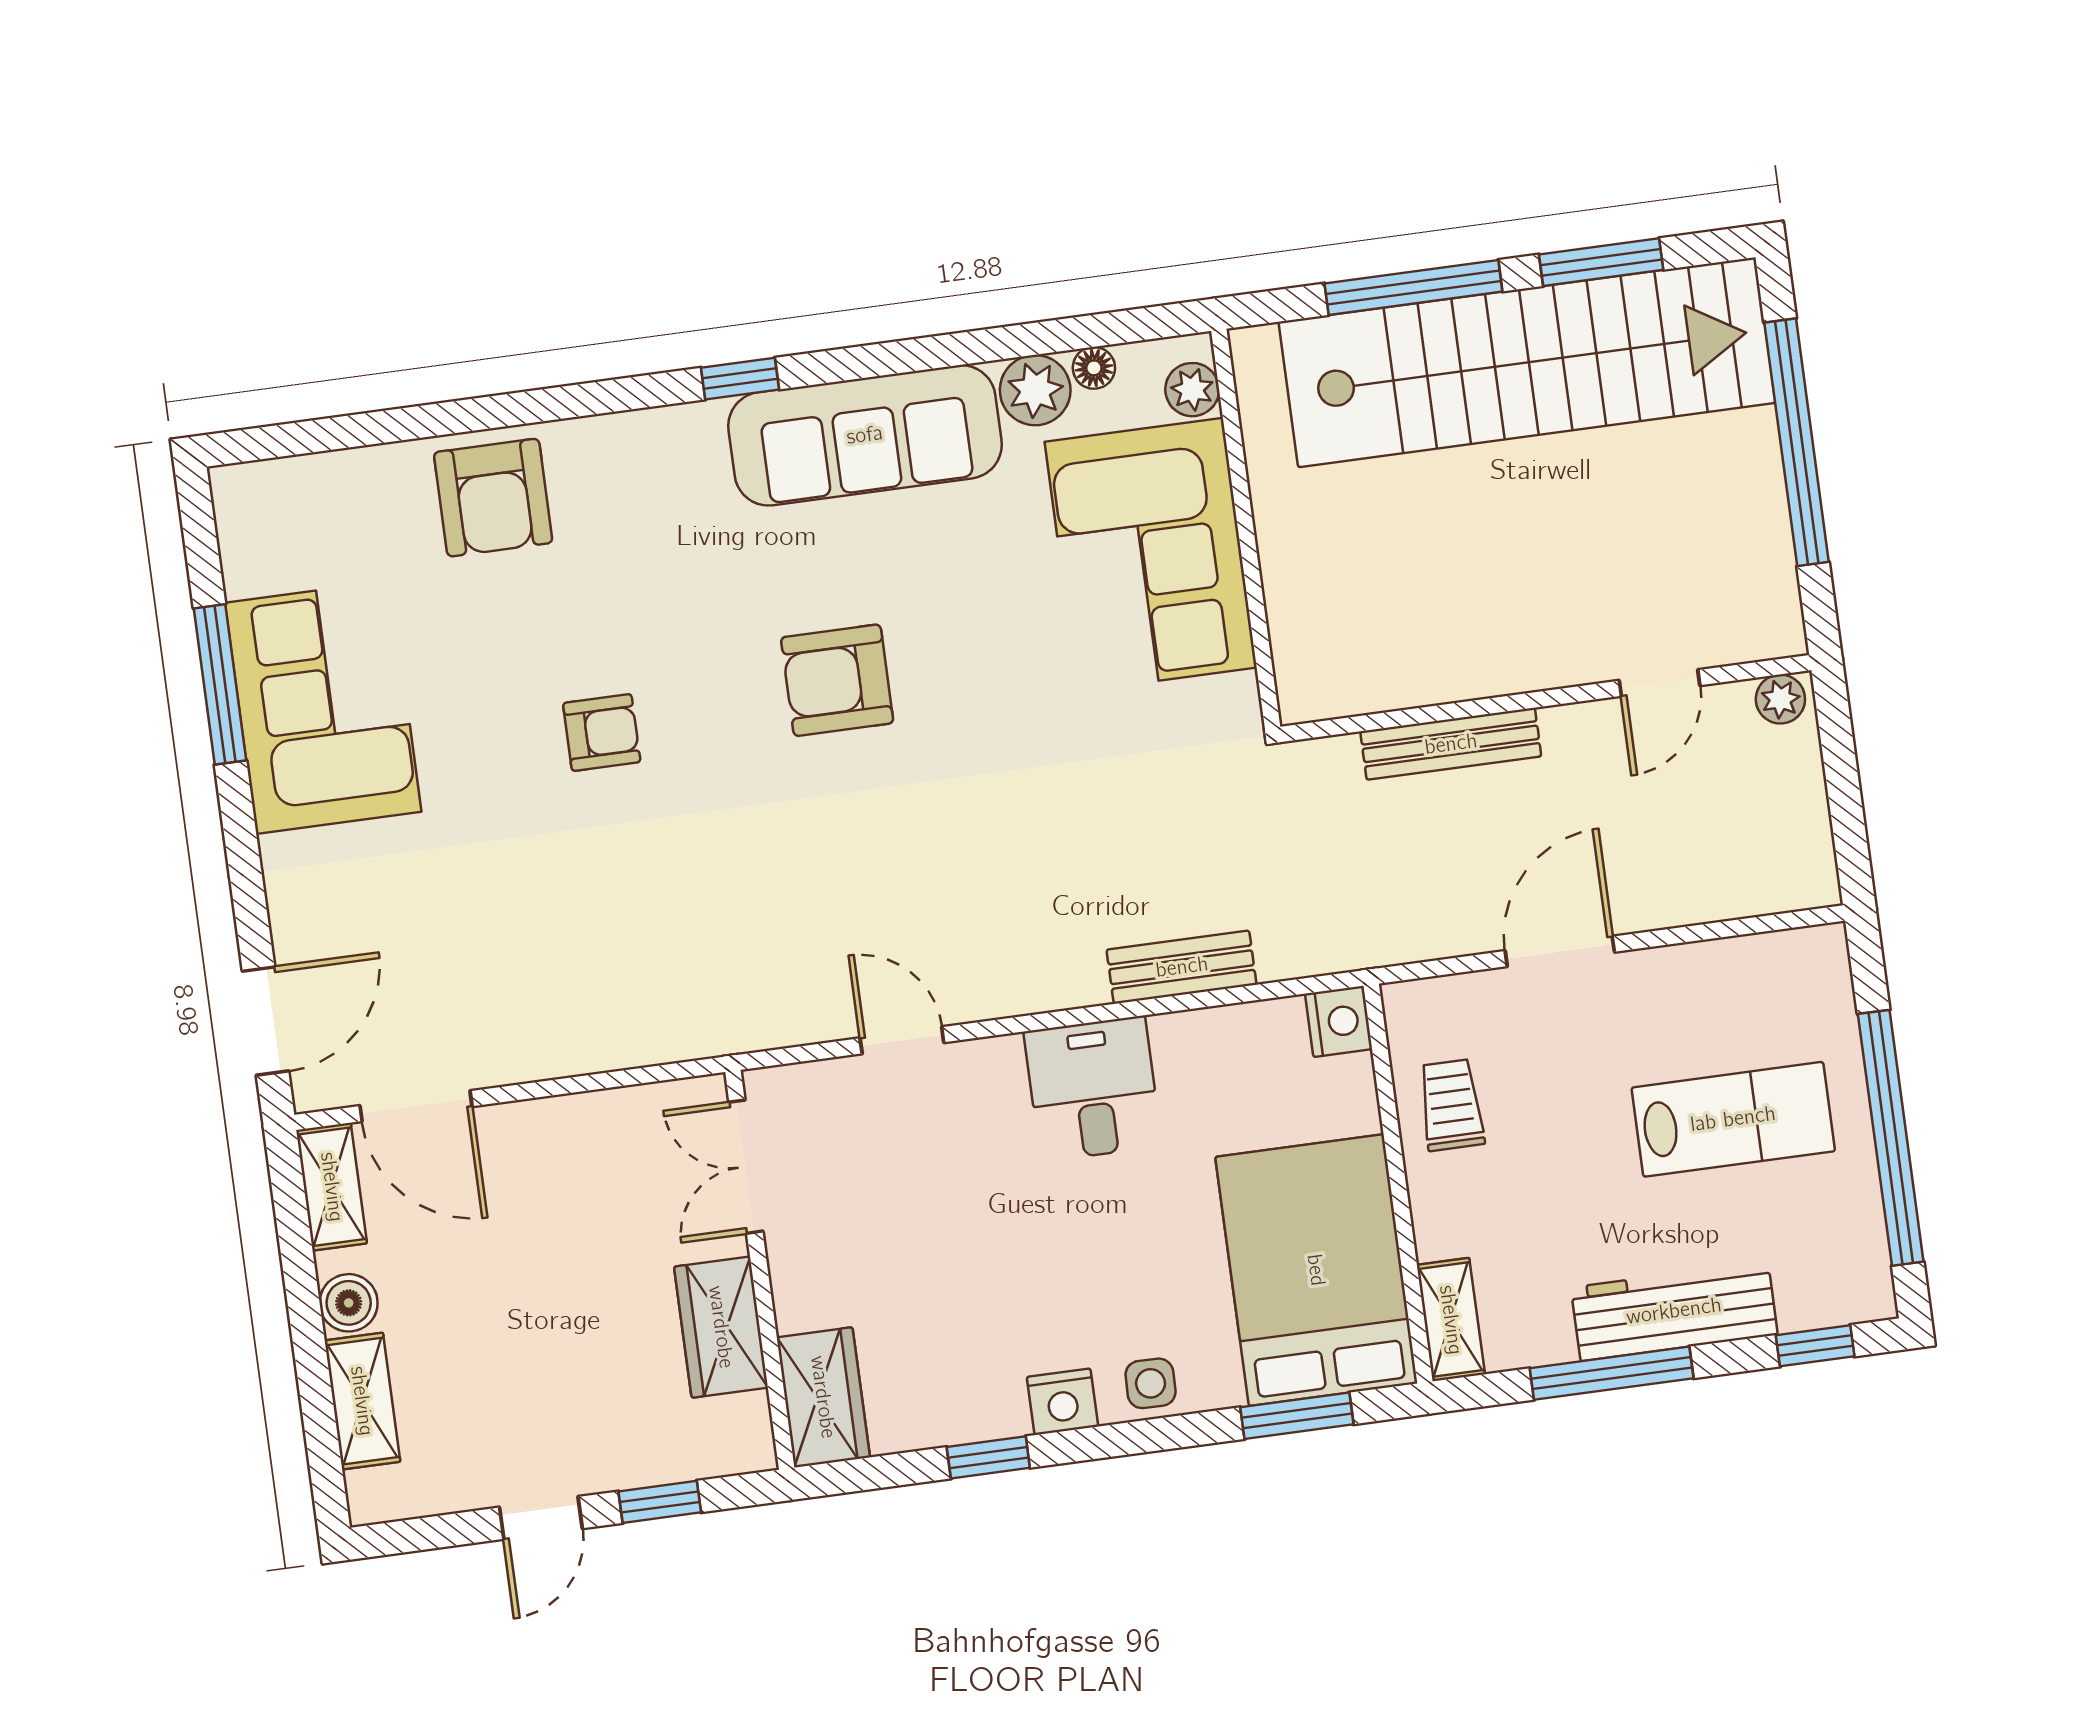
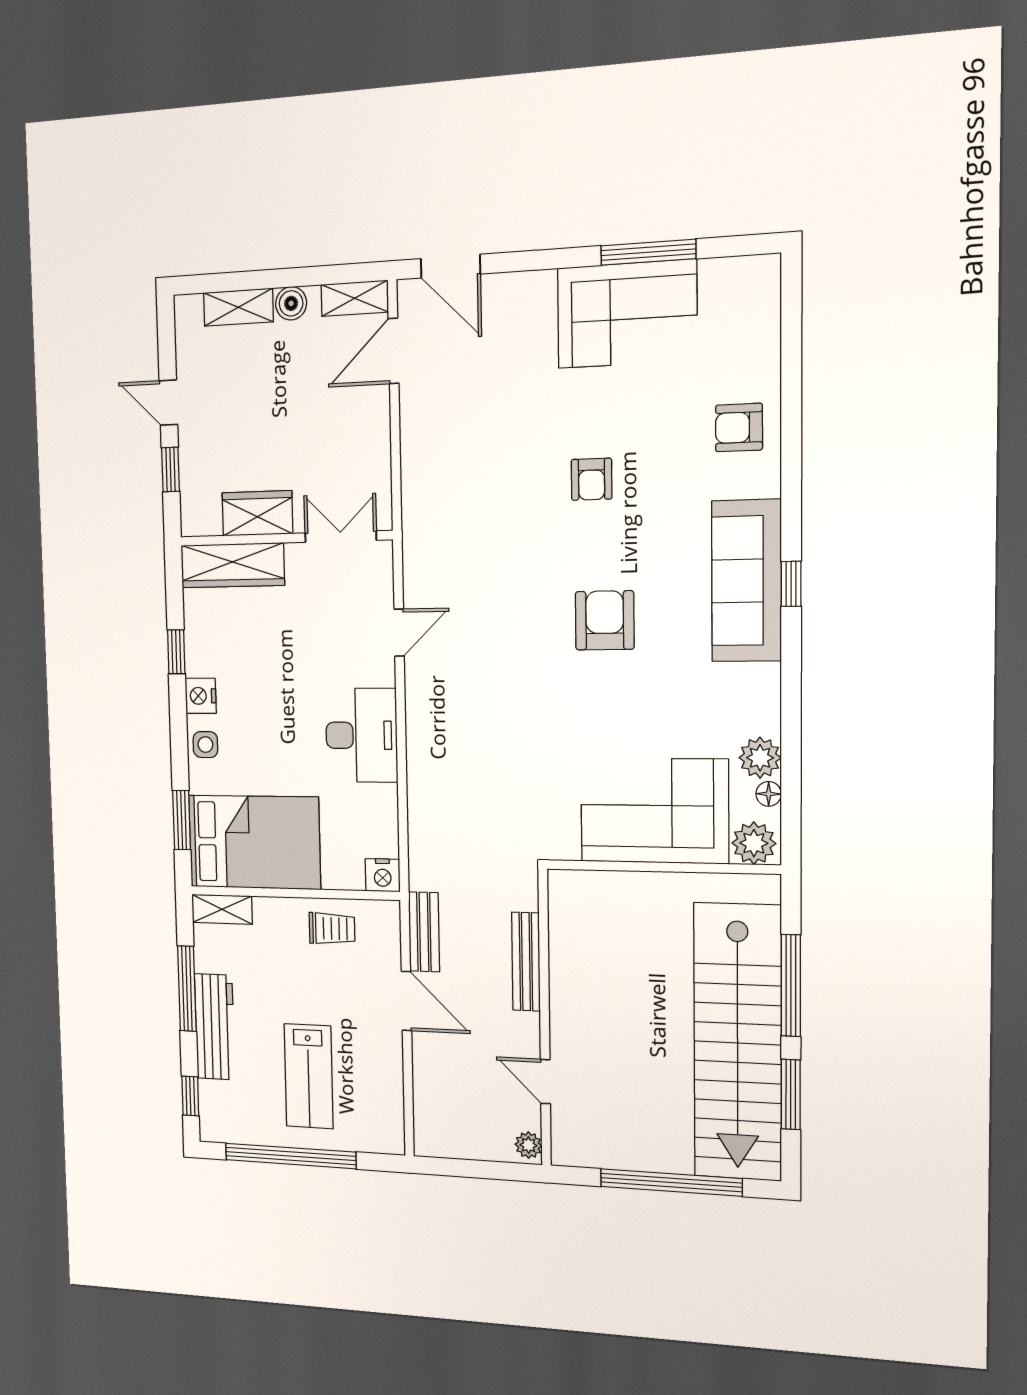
plant: (1192, 390) -> (754, 843), width x1.38, depth x1.38
sofa: (865, 435) -> (746, 581), moved
armchair: (493, 498) -> (739, 428), width x0.72, depth x0.72
bench: (1182, 967) -> (424, 932), moved
desk: (1093, 1089) -> (362, 735), width x1.37
wardrobe: (823, 1397) -> (232, 565), width x1.50

